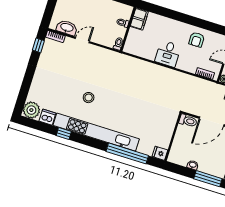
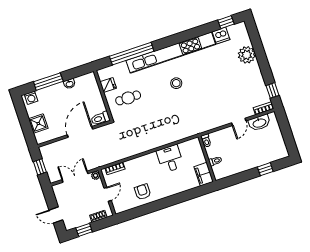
desk: (168, 54) -> (170, 159), moved
stool: (89, 98) -> (176, 83), moved
plant: (31, 110) -> (247, 55), moved
cafe table: (155, 121) -> (128, 98), added
window: (64, 133) -> (226, 22), moved
fridge: (160, 153) -> (108, 85), moved

